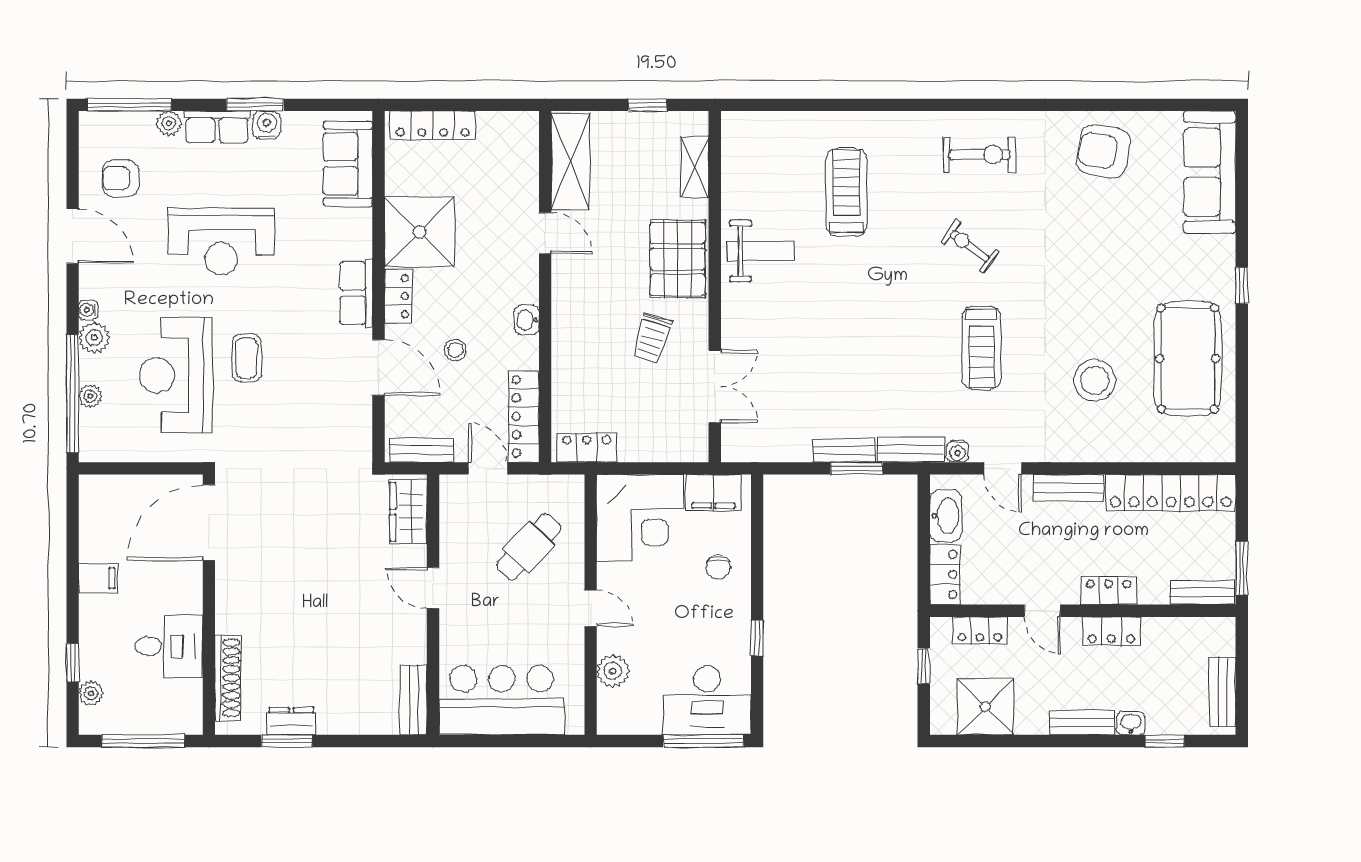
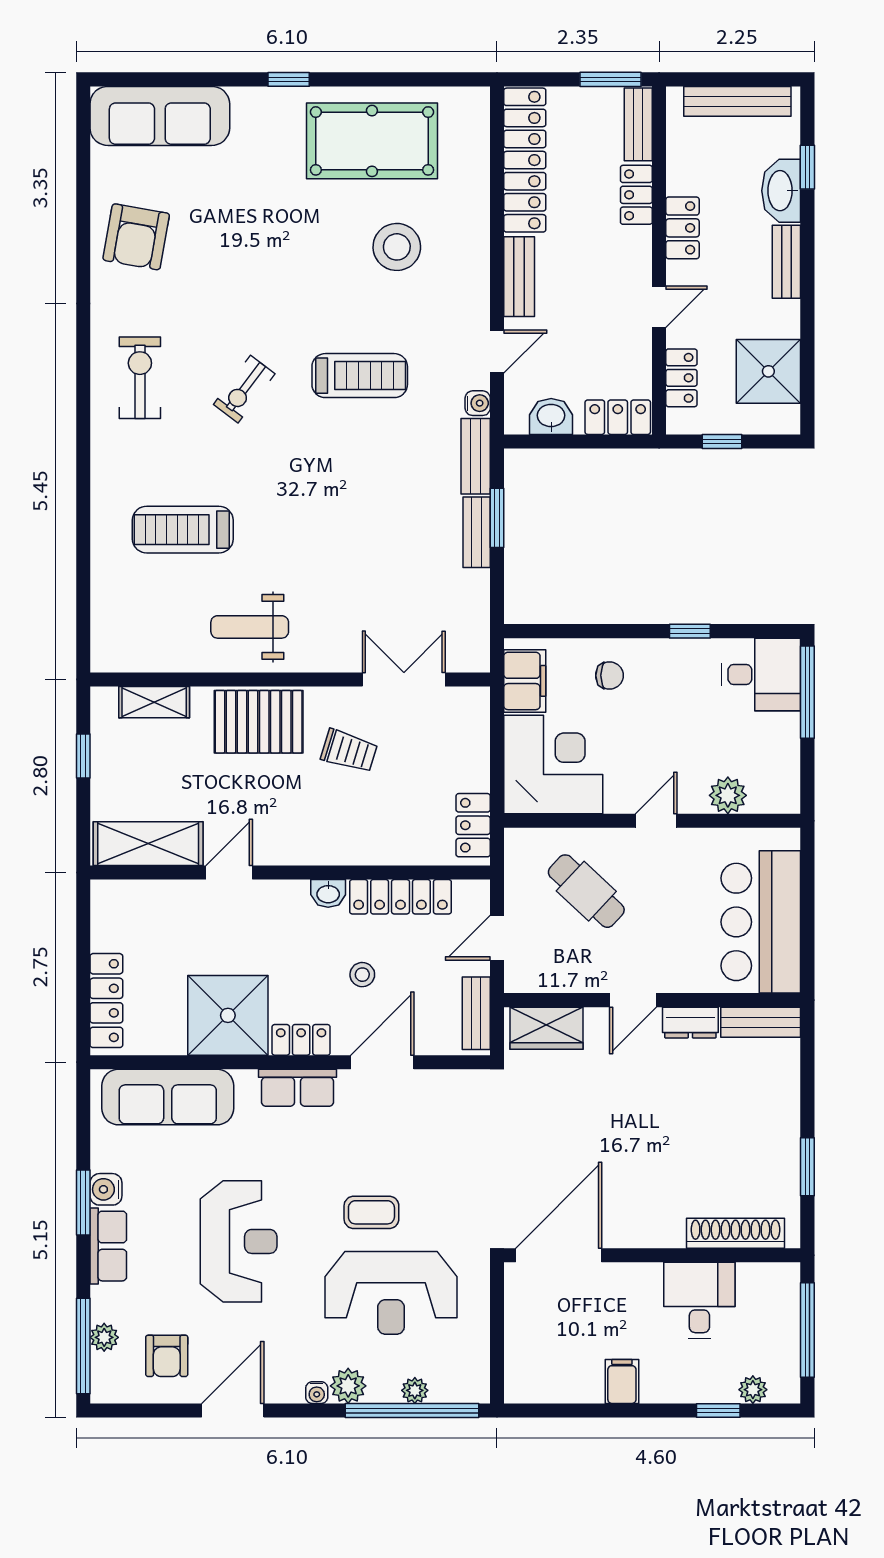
plant: (169, 123) -> (104, 1337), moved
sofa: (348, 164) -> (168, 1097), width x1.36
weight bench: (761, 251) -> (250, 627), turned -90
locker: (524, 416) -> (400, 897), moved
washbasin: (946, 516) -> (551, 417), width x0.72
door: (209, 522) -> (559, 1255), swing flipped
locker: (1109, 591) -> (636, 195), moved
bench: (1223, 692) -> (737, 101), width x1.36
desk: (707, 700) -> (761, 674), width x0.73
dresser: (291, 721) -> (690, 1023), moved, turned -90
washbasin: (1131, 723) -> (781, 191), width x1.91, depth x1.45

